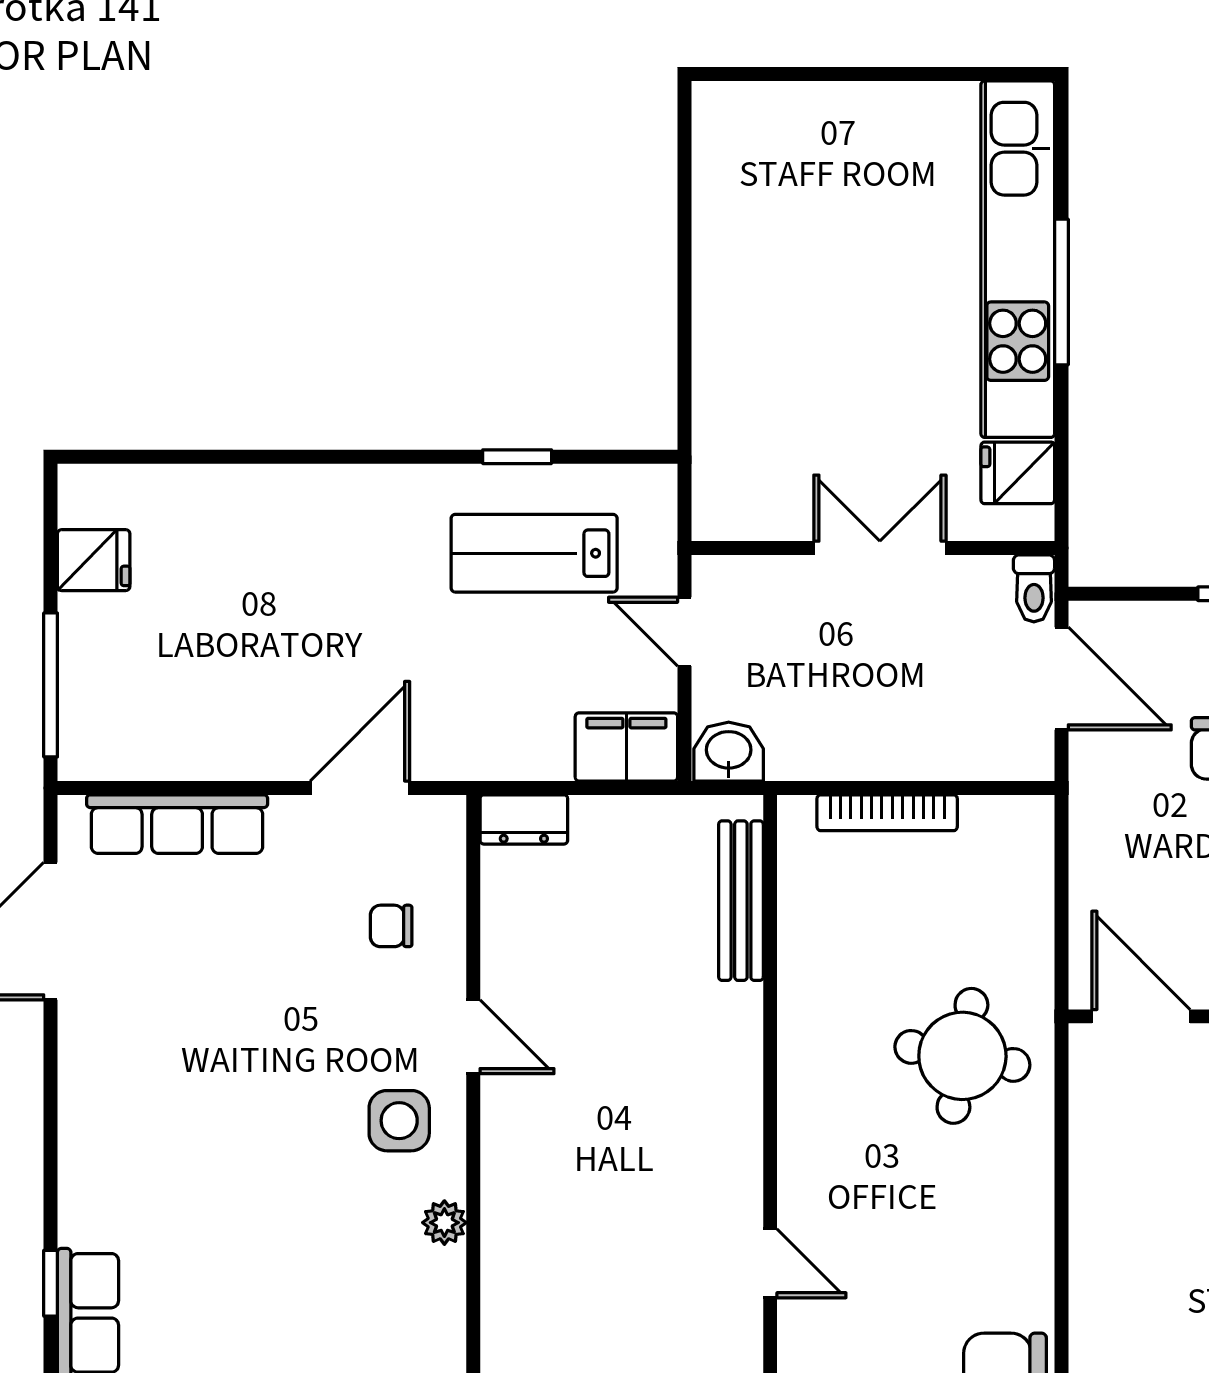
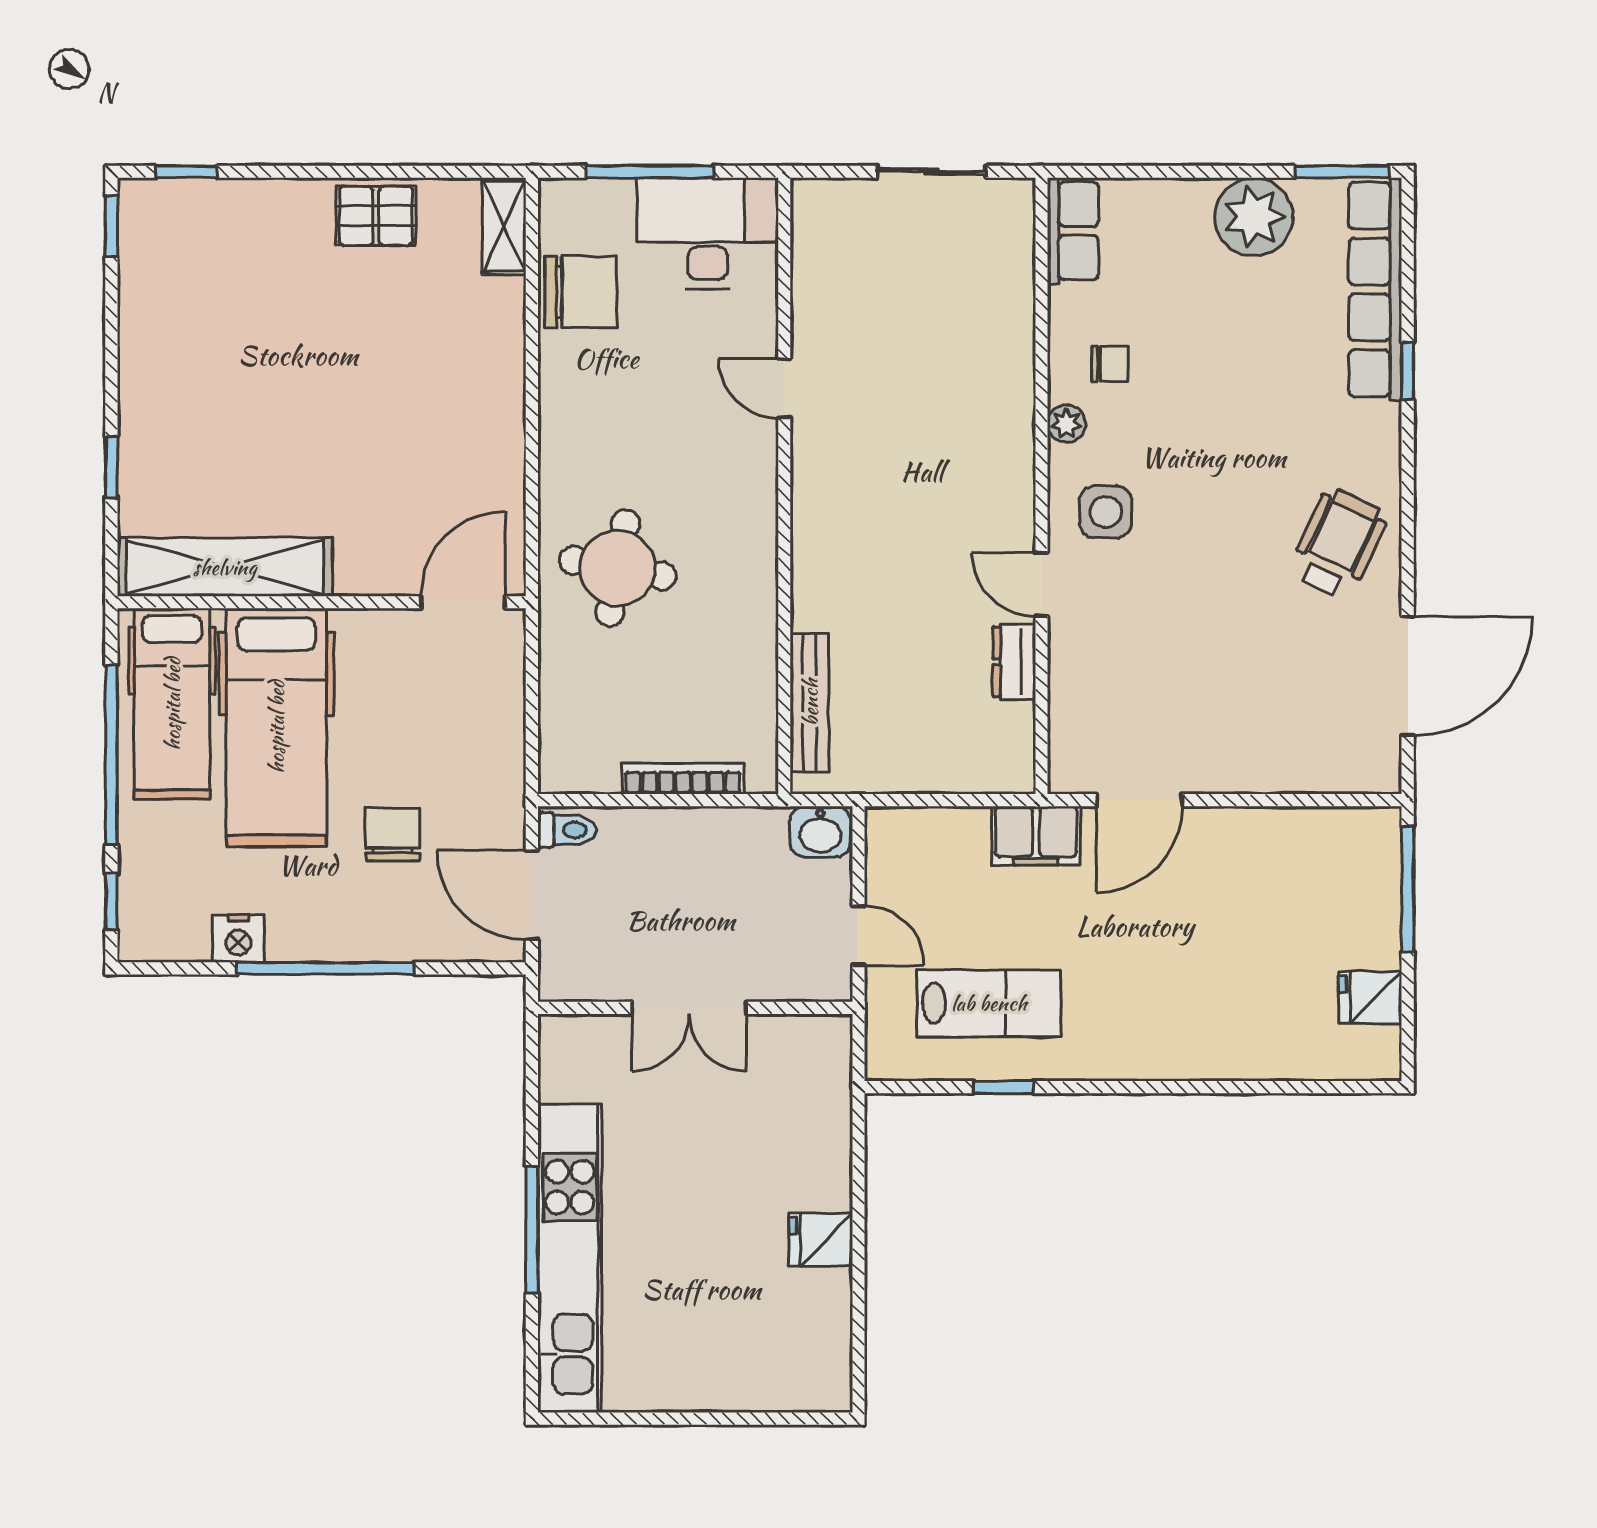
fridge: (1018, 473) -> (821, 1239), moved, turned 180
toilet: (1034, 588) -> (567, 830), moved, turned 90
filing cabinet: (626, 747) -> (1036, 836), moved
dresser: (524, 819) -> (1014, 662), moved, turned -90
row of seats: (177, 824) -> (1298, 769), removed
chair: (391, 926) -> (1110, 364), moved
door: (1141, 1016) -> (463, 602), swing flipped
wheelchair: (131, 1084) -> (1338, 544), added

